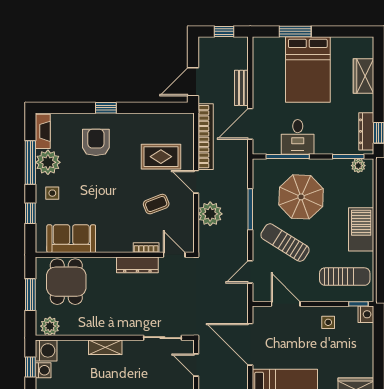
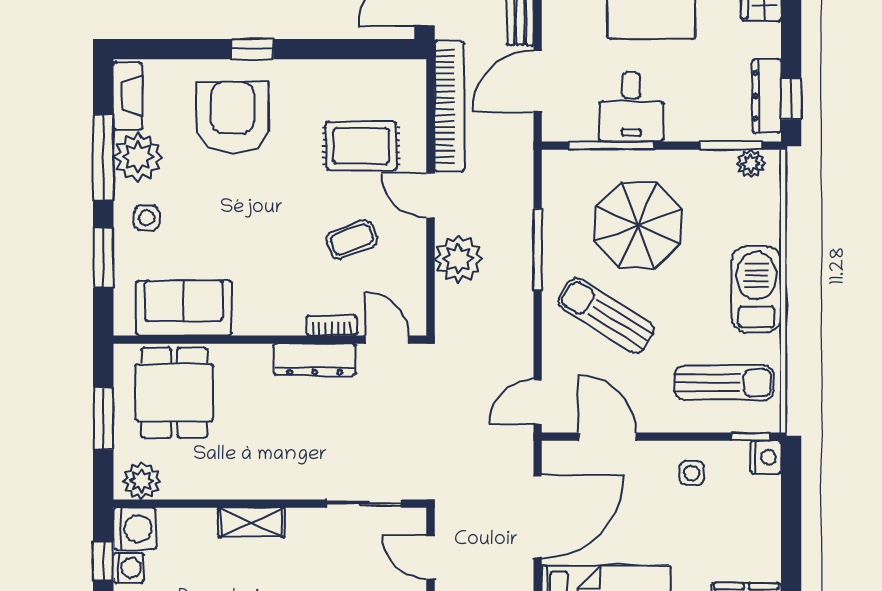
armchair: (96, 142) -> (233, 118), width x1.36, depth x1.36
window: (30, 213) -> (103, 258), width x1.50
door: (250, 272) -> (538, 402), moved
door: (250, 344) -> (538, 516), swing flipped

